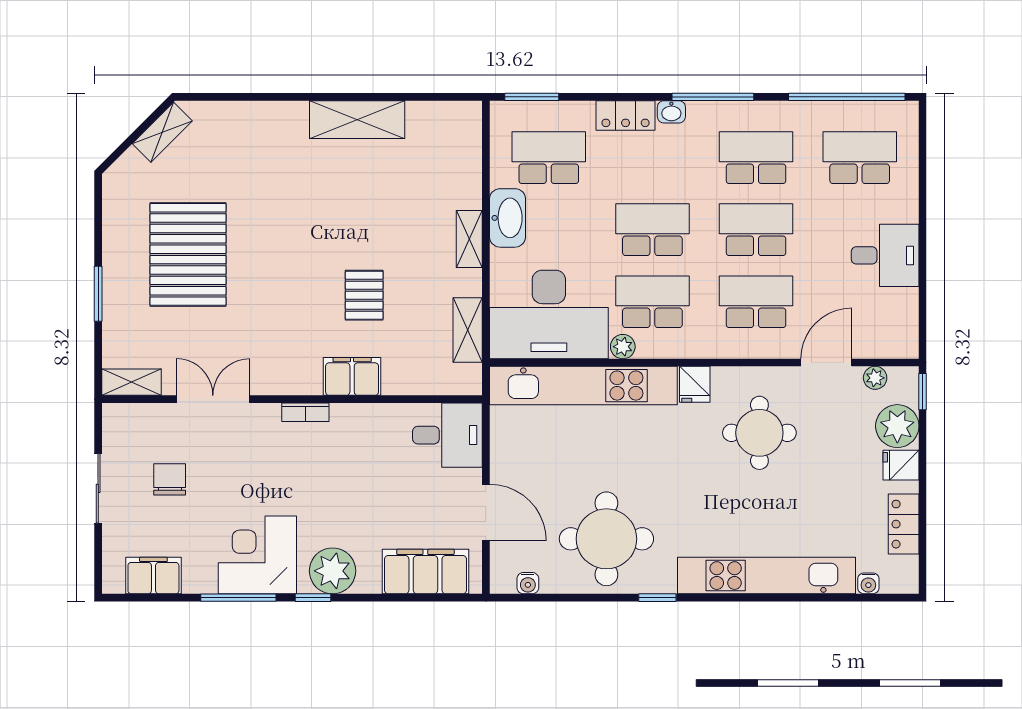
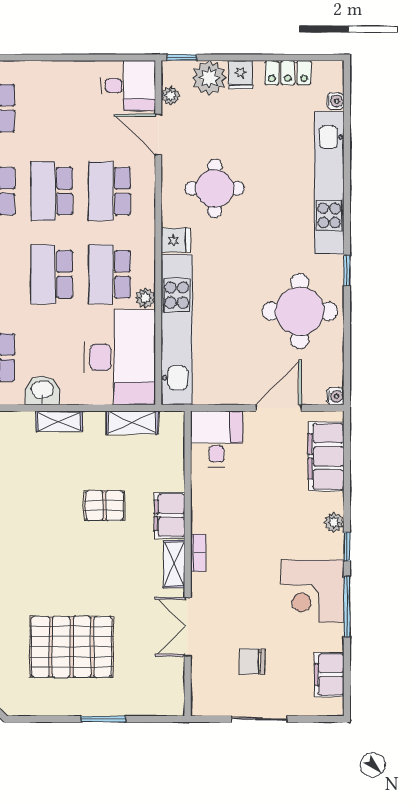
washbasin: (508, 218) -> (42, 391), width x0.72
desk: (885, 255) -> (128, 86), moved, turned 90
shelving: (131, 382) -> (174, 564), moved
plant: (333, 571) -> (334, 522), width x0.53, depth x0.53
water cooler: (528, 583) -> (335, 396), moved

